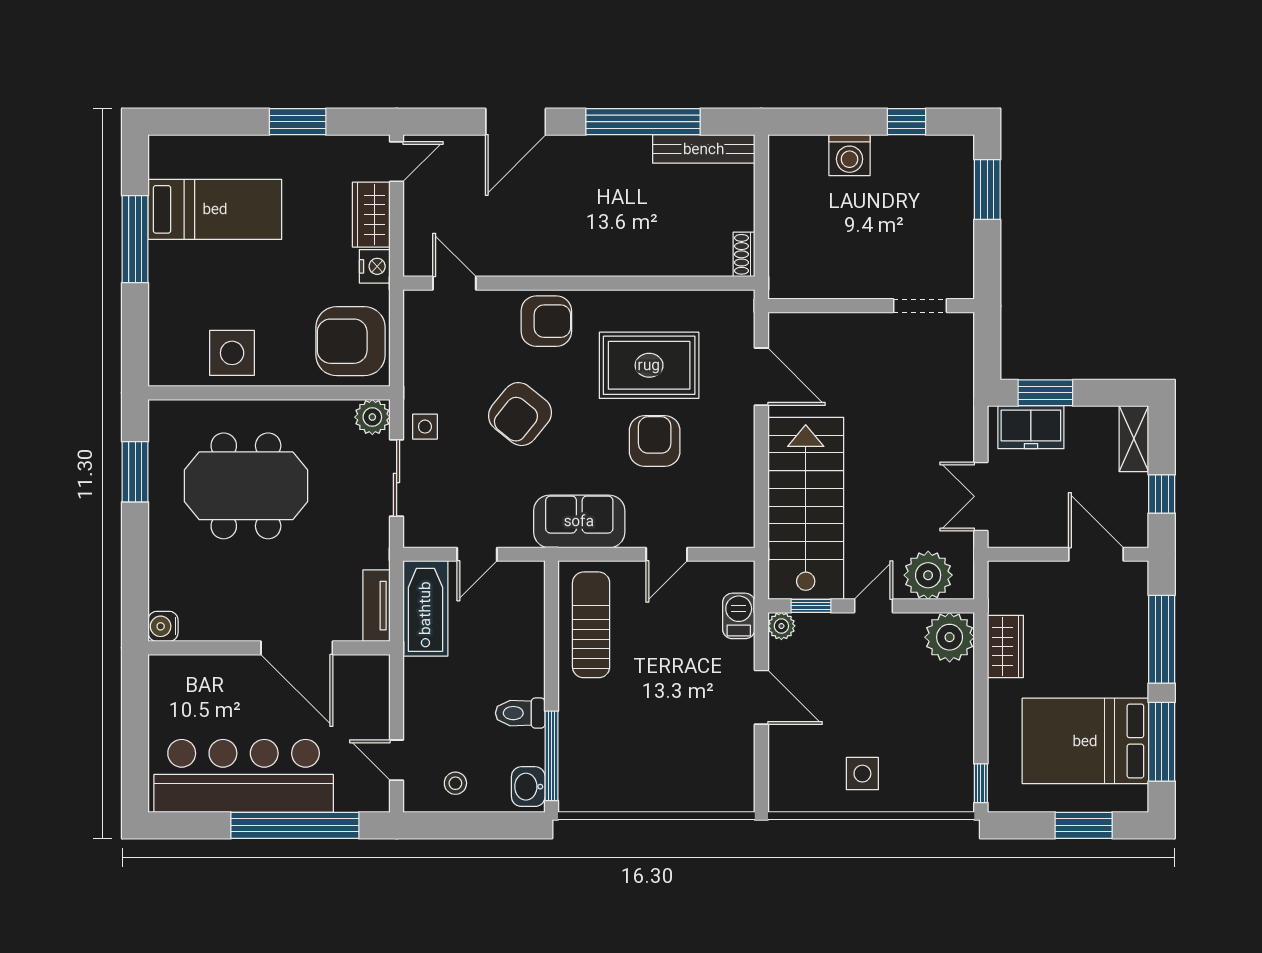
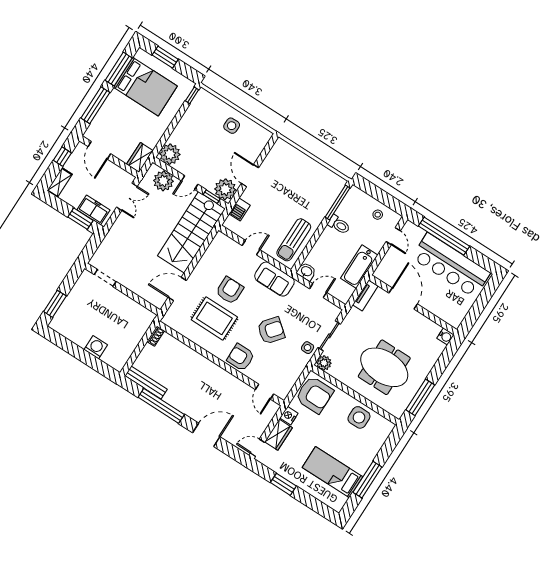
window: (906, 122) -> (68, 346), removed
door: (761, 377) -> (177, 289), hinge flipped
armchair: (655, 441) -> (230, 290), turned 180
window: (135, 472) -> (420, 397), width x1.44
bathtub: (425, 608) -> (359, 267), moved
plant: (781, 626) -> (225, 189), width x1.87, depth x1.87
wardrobe: (1005, 646) -> (140, 157), moved
washbasin: (528, 787) -> (306, 272), moved, turned -90

